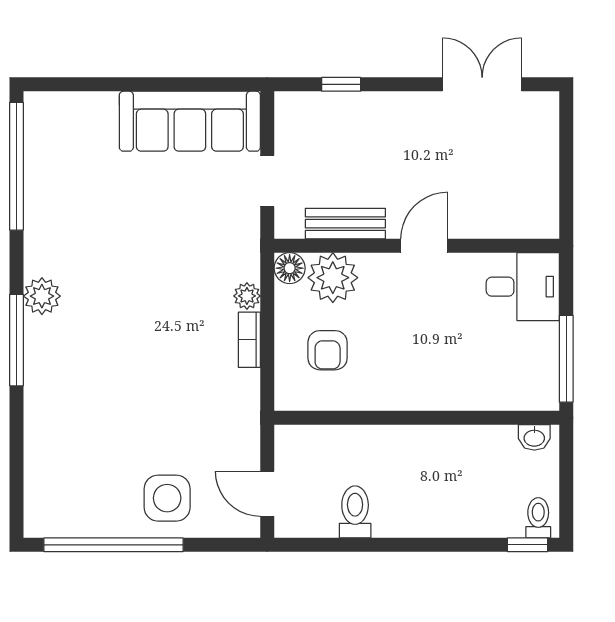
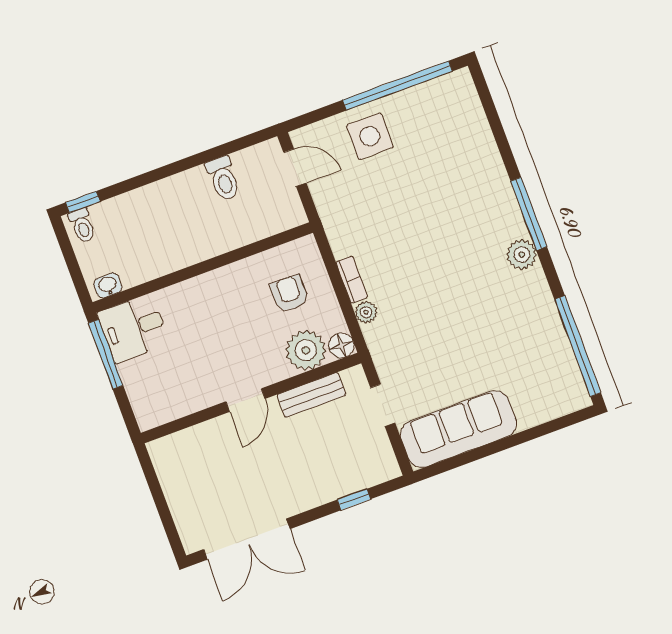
double door: (482, 84) -> (247, 539), width x1.37
desk: (523, 287) -> (134, 328), moved

